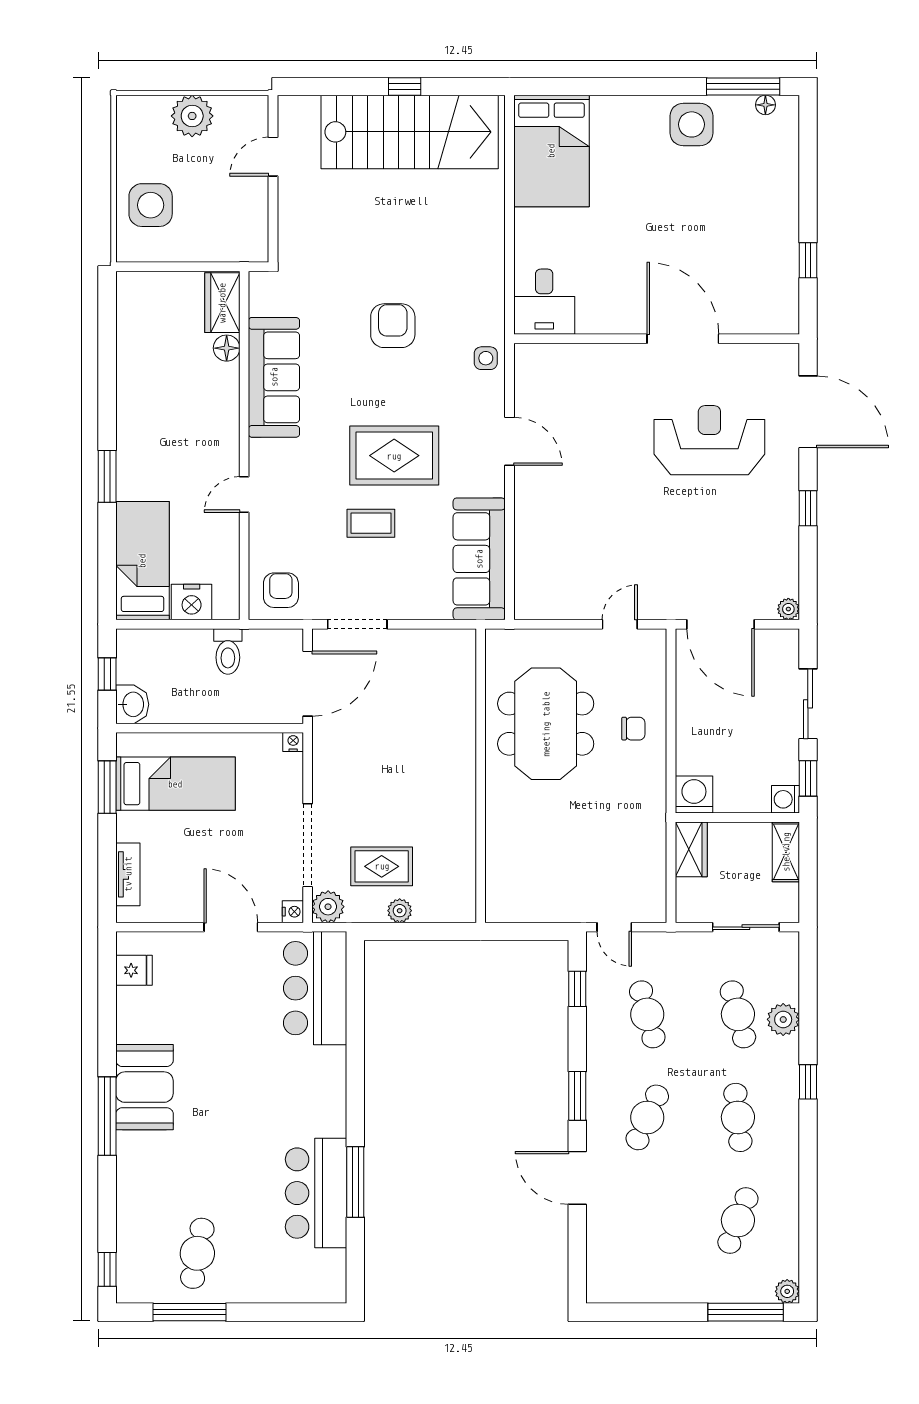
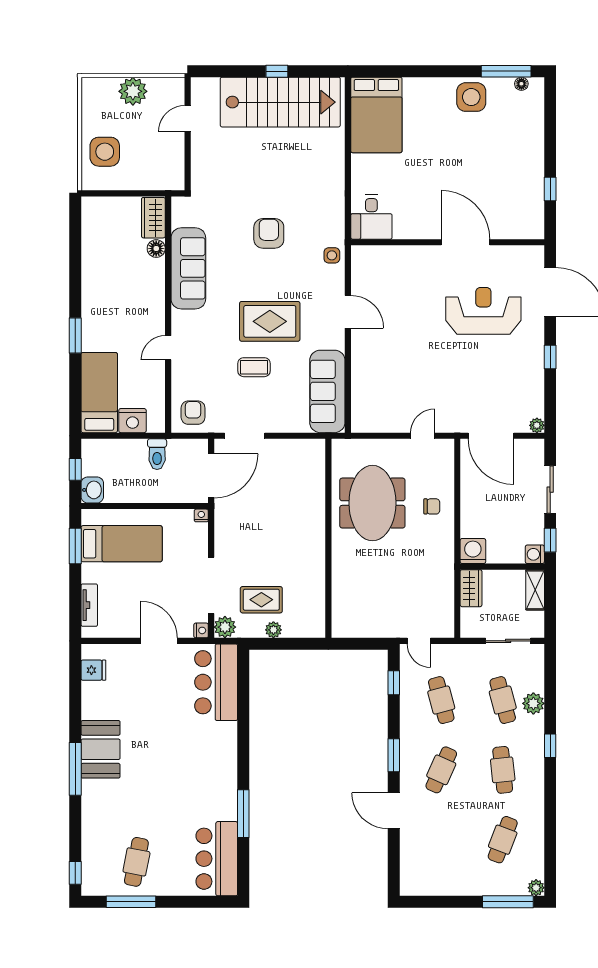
bar counter: (316, 1193) -> (217, 859), moved

